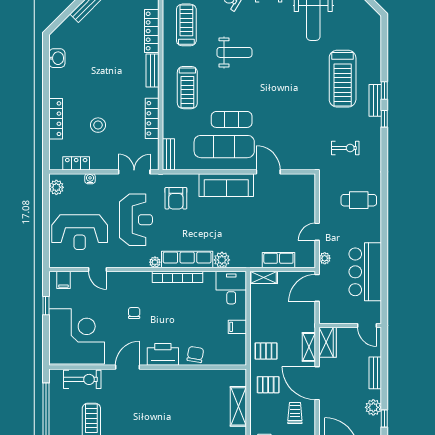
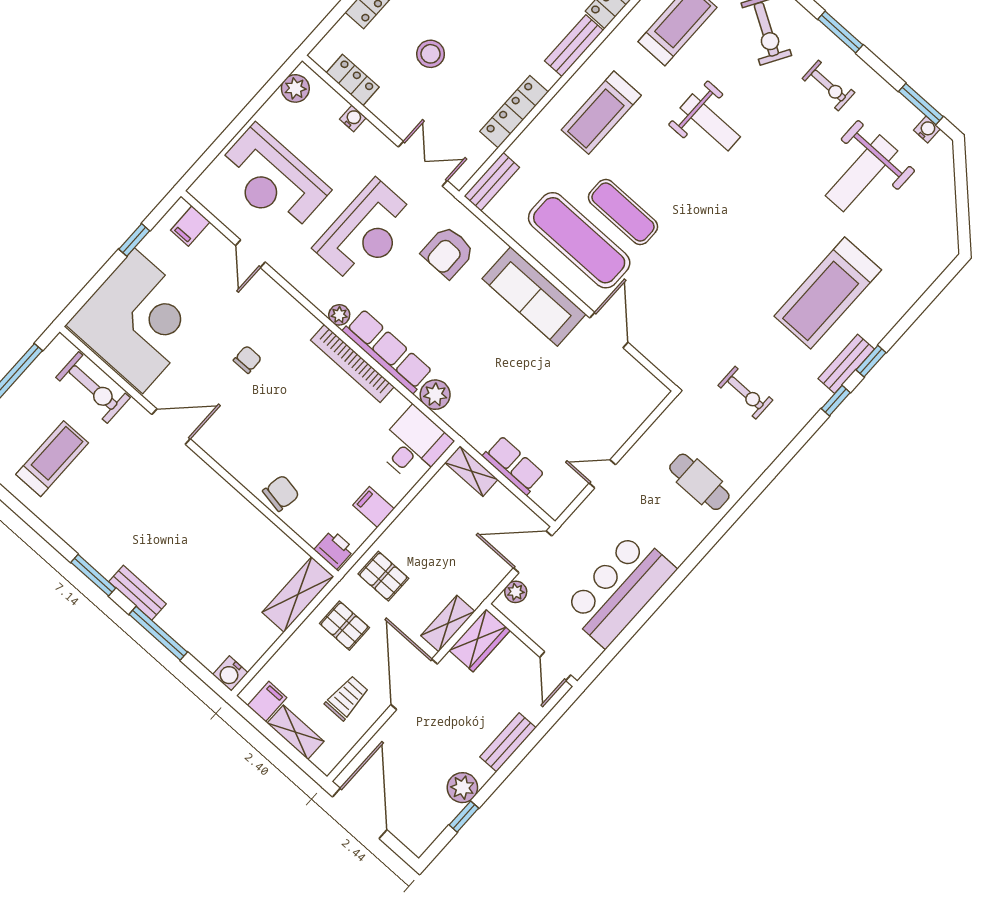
plant: (325, 258) -> (516, 592), moved
printer: (163, 354) -> (334, 550), moved, width x0.53, depth x0.68
shelving: (238, 406) -> (298, 595), moved

